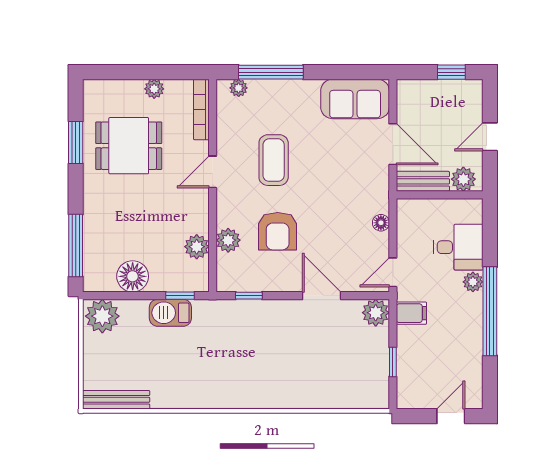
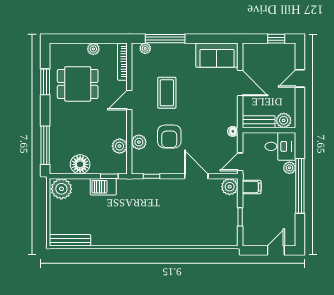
plant: (463, 179) -> (284, 120), moved
bench: (423, 181) -> (259, 122), moved
wall: (440, 195) -> (269, 130), moved

